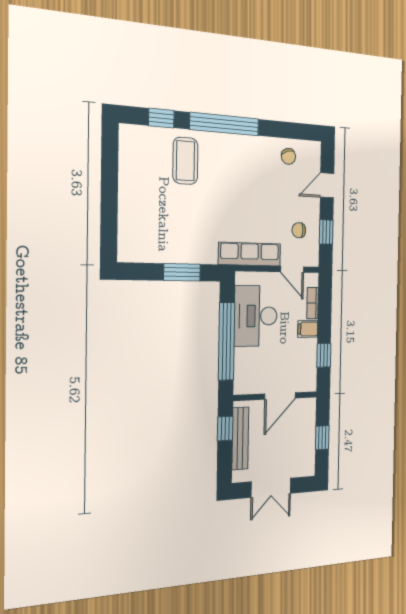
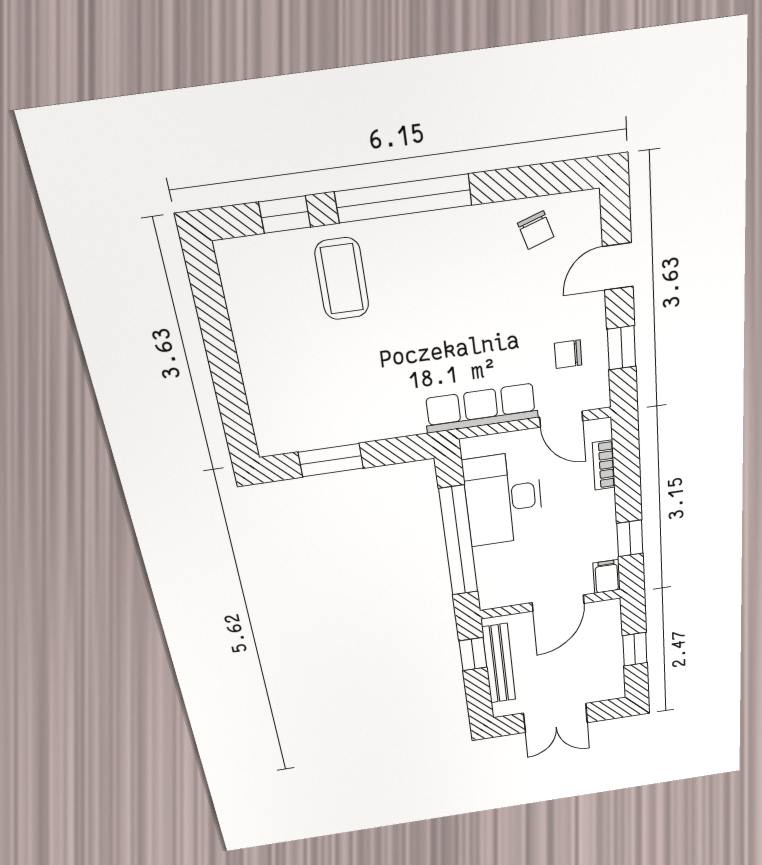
window: (182, 272) -> (331, 460), moved
filing cabinet: (308, 329) -> (607, 576), moved, turned 90

